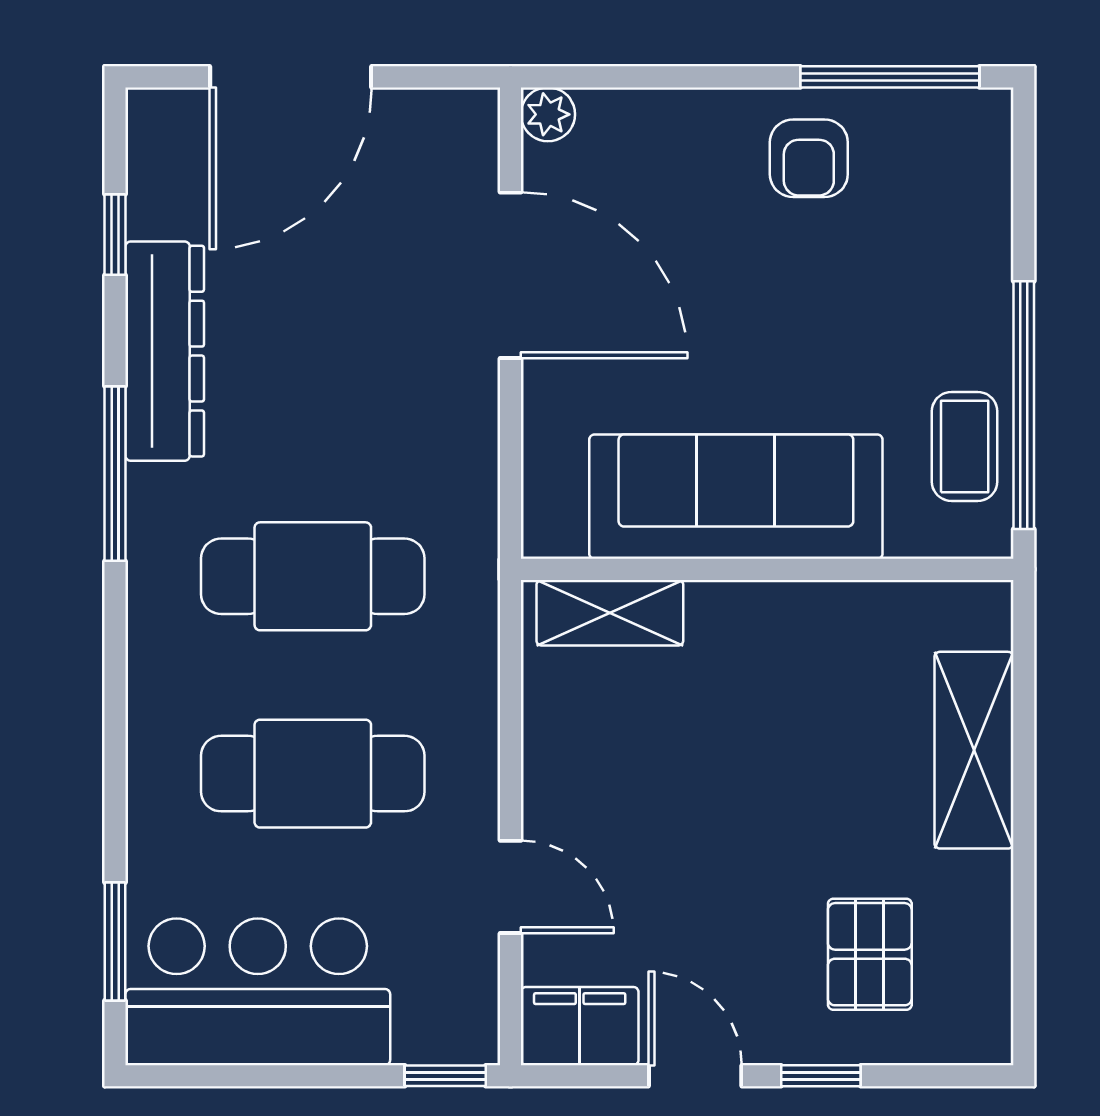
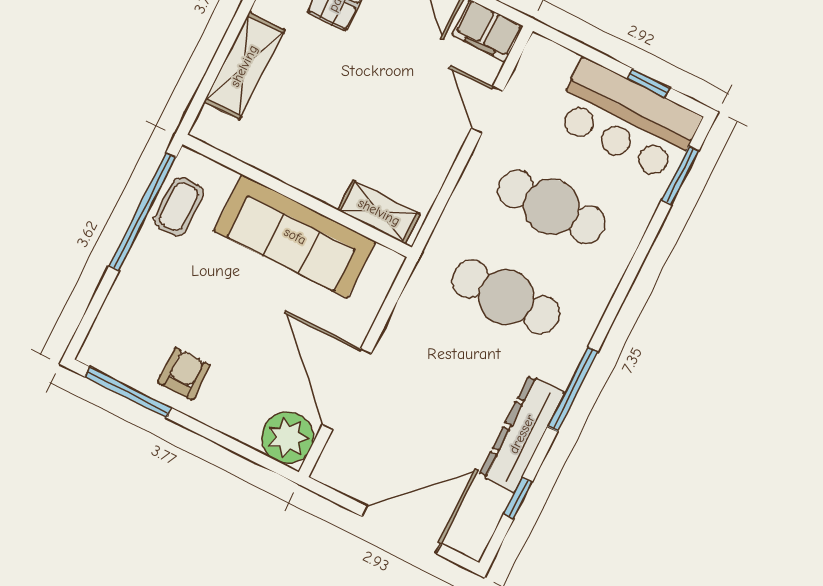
plant: (548, 114) -> (287, 438), width x1.88, depth x1.88
window: (445, 1076) -> (649, 83), moved

